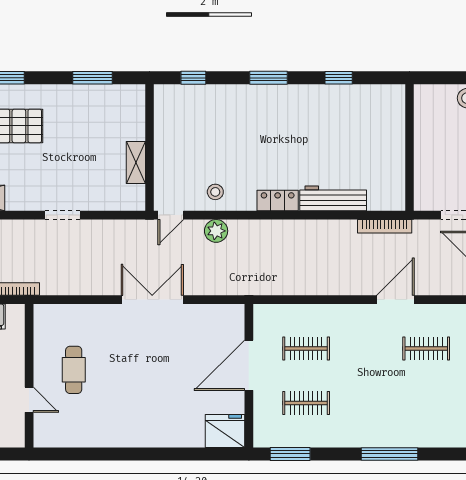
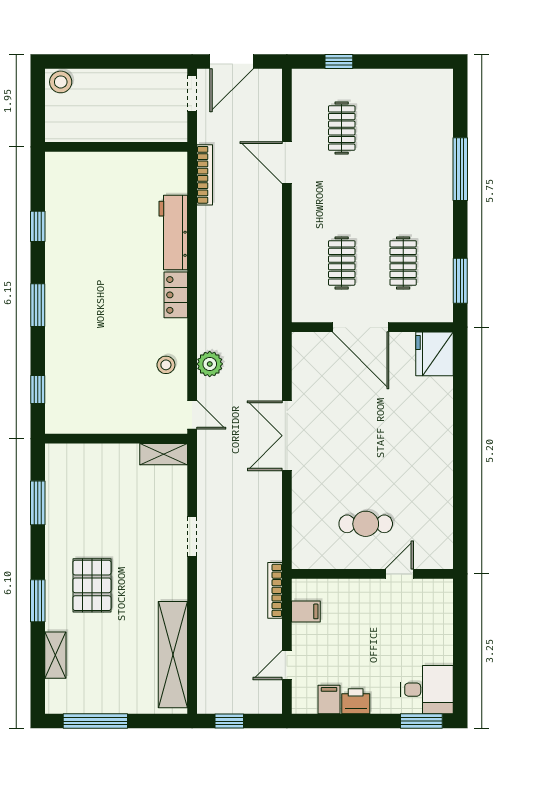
shelving: (136, 162) -> (164, 454), moved

